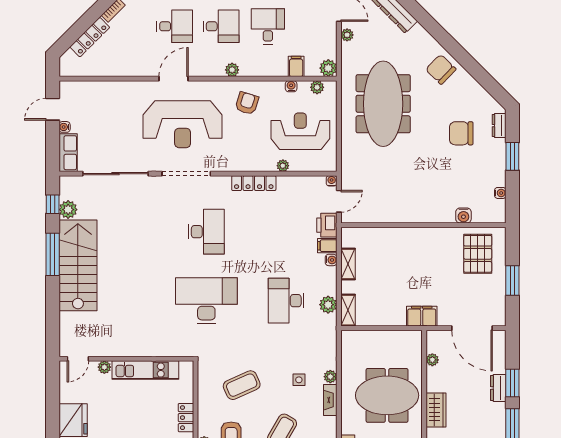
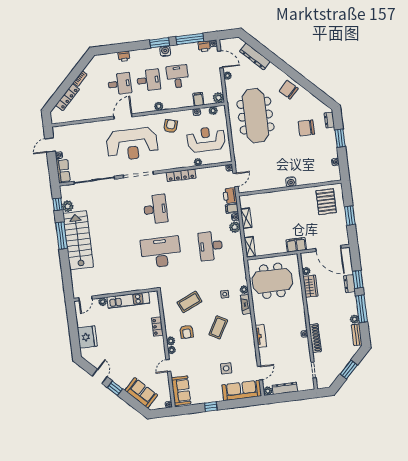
water cooler: (463, 215) -> (291, 182), moved
plant: (328, 305) -> (235, 227), moved
meeting table: (387, 395) -> (272, 281), moved
wardrobe: (436, 410) -> (310, 286), moved

